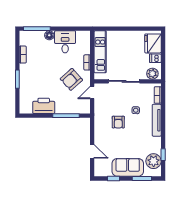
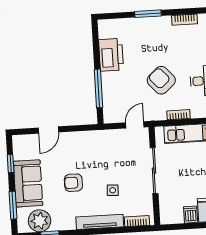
plant: (152, 74) -> (168, 212), removed
armchair: (71, 79) -> (161, 80), moved
door: (92, 93) -> (135, 125), hinge flipped
armchair: (118, 122) -> (73, 183), moved

